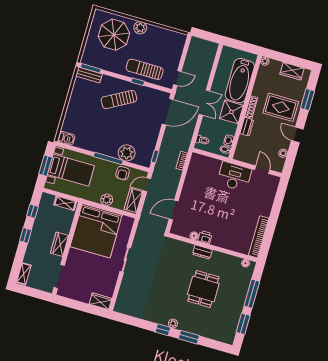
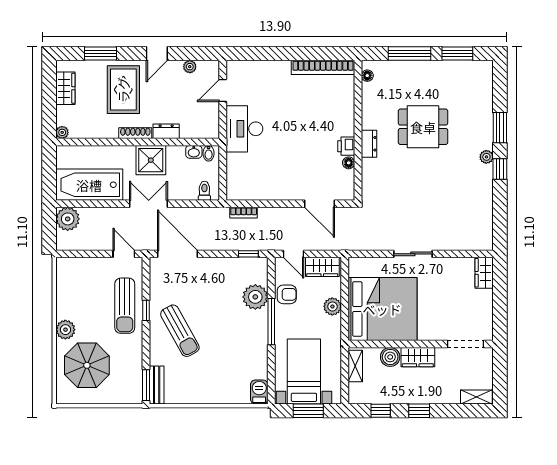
plant: (209, 49) -> (68, 219), added
bathtub: (240, 81) -> (89, 185), moved, turned 180
boiler: (65, 227) -> (390, 357), added

